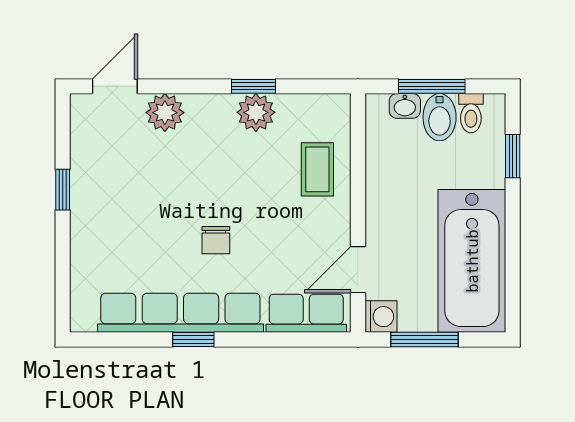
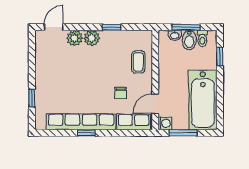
plant: (256, 112) -> (92, 38), moved
window: (63, 190) -> (32, 98), moved
chair: (216, 240) -> (121, 93), moved

